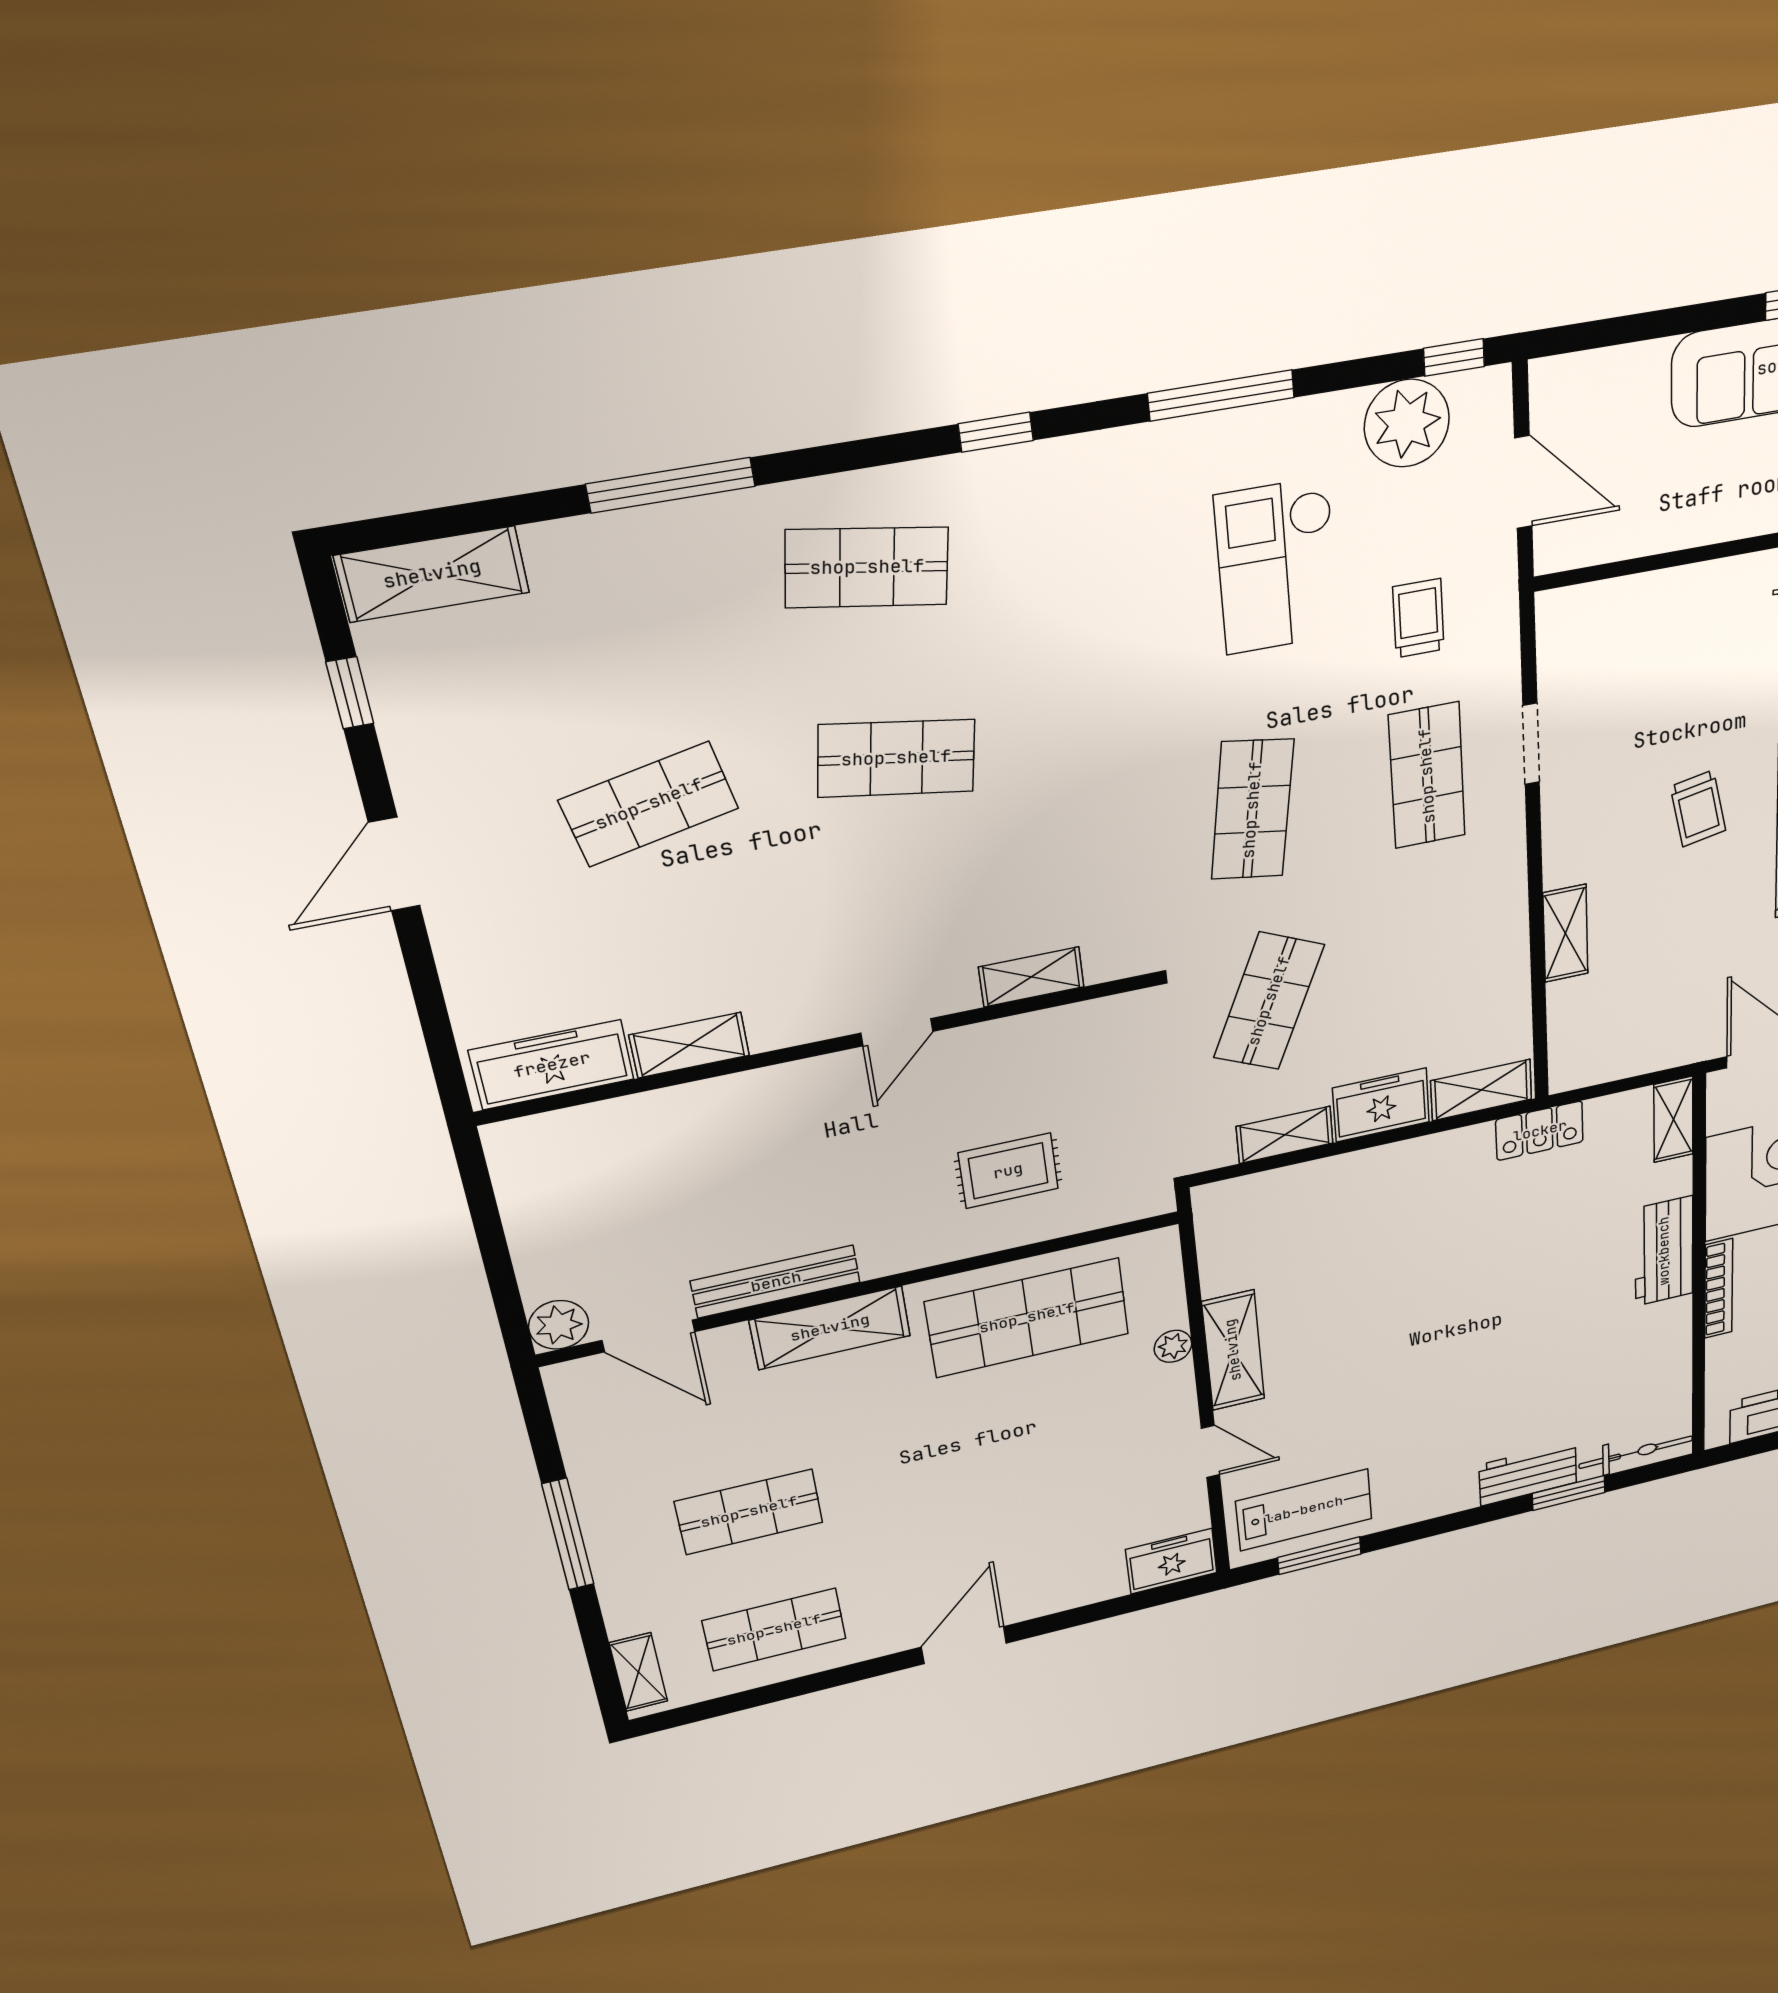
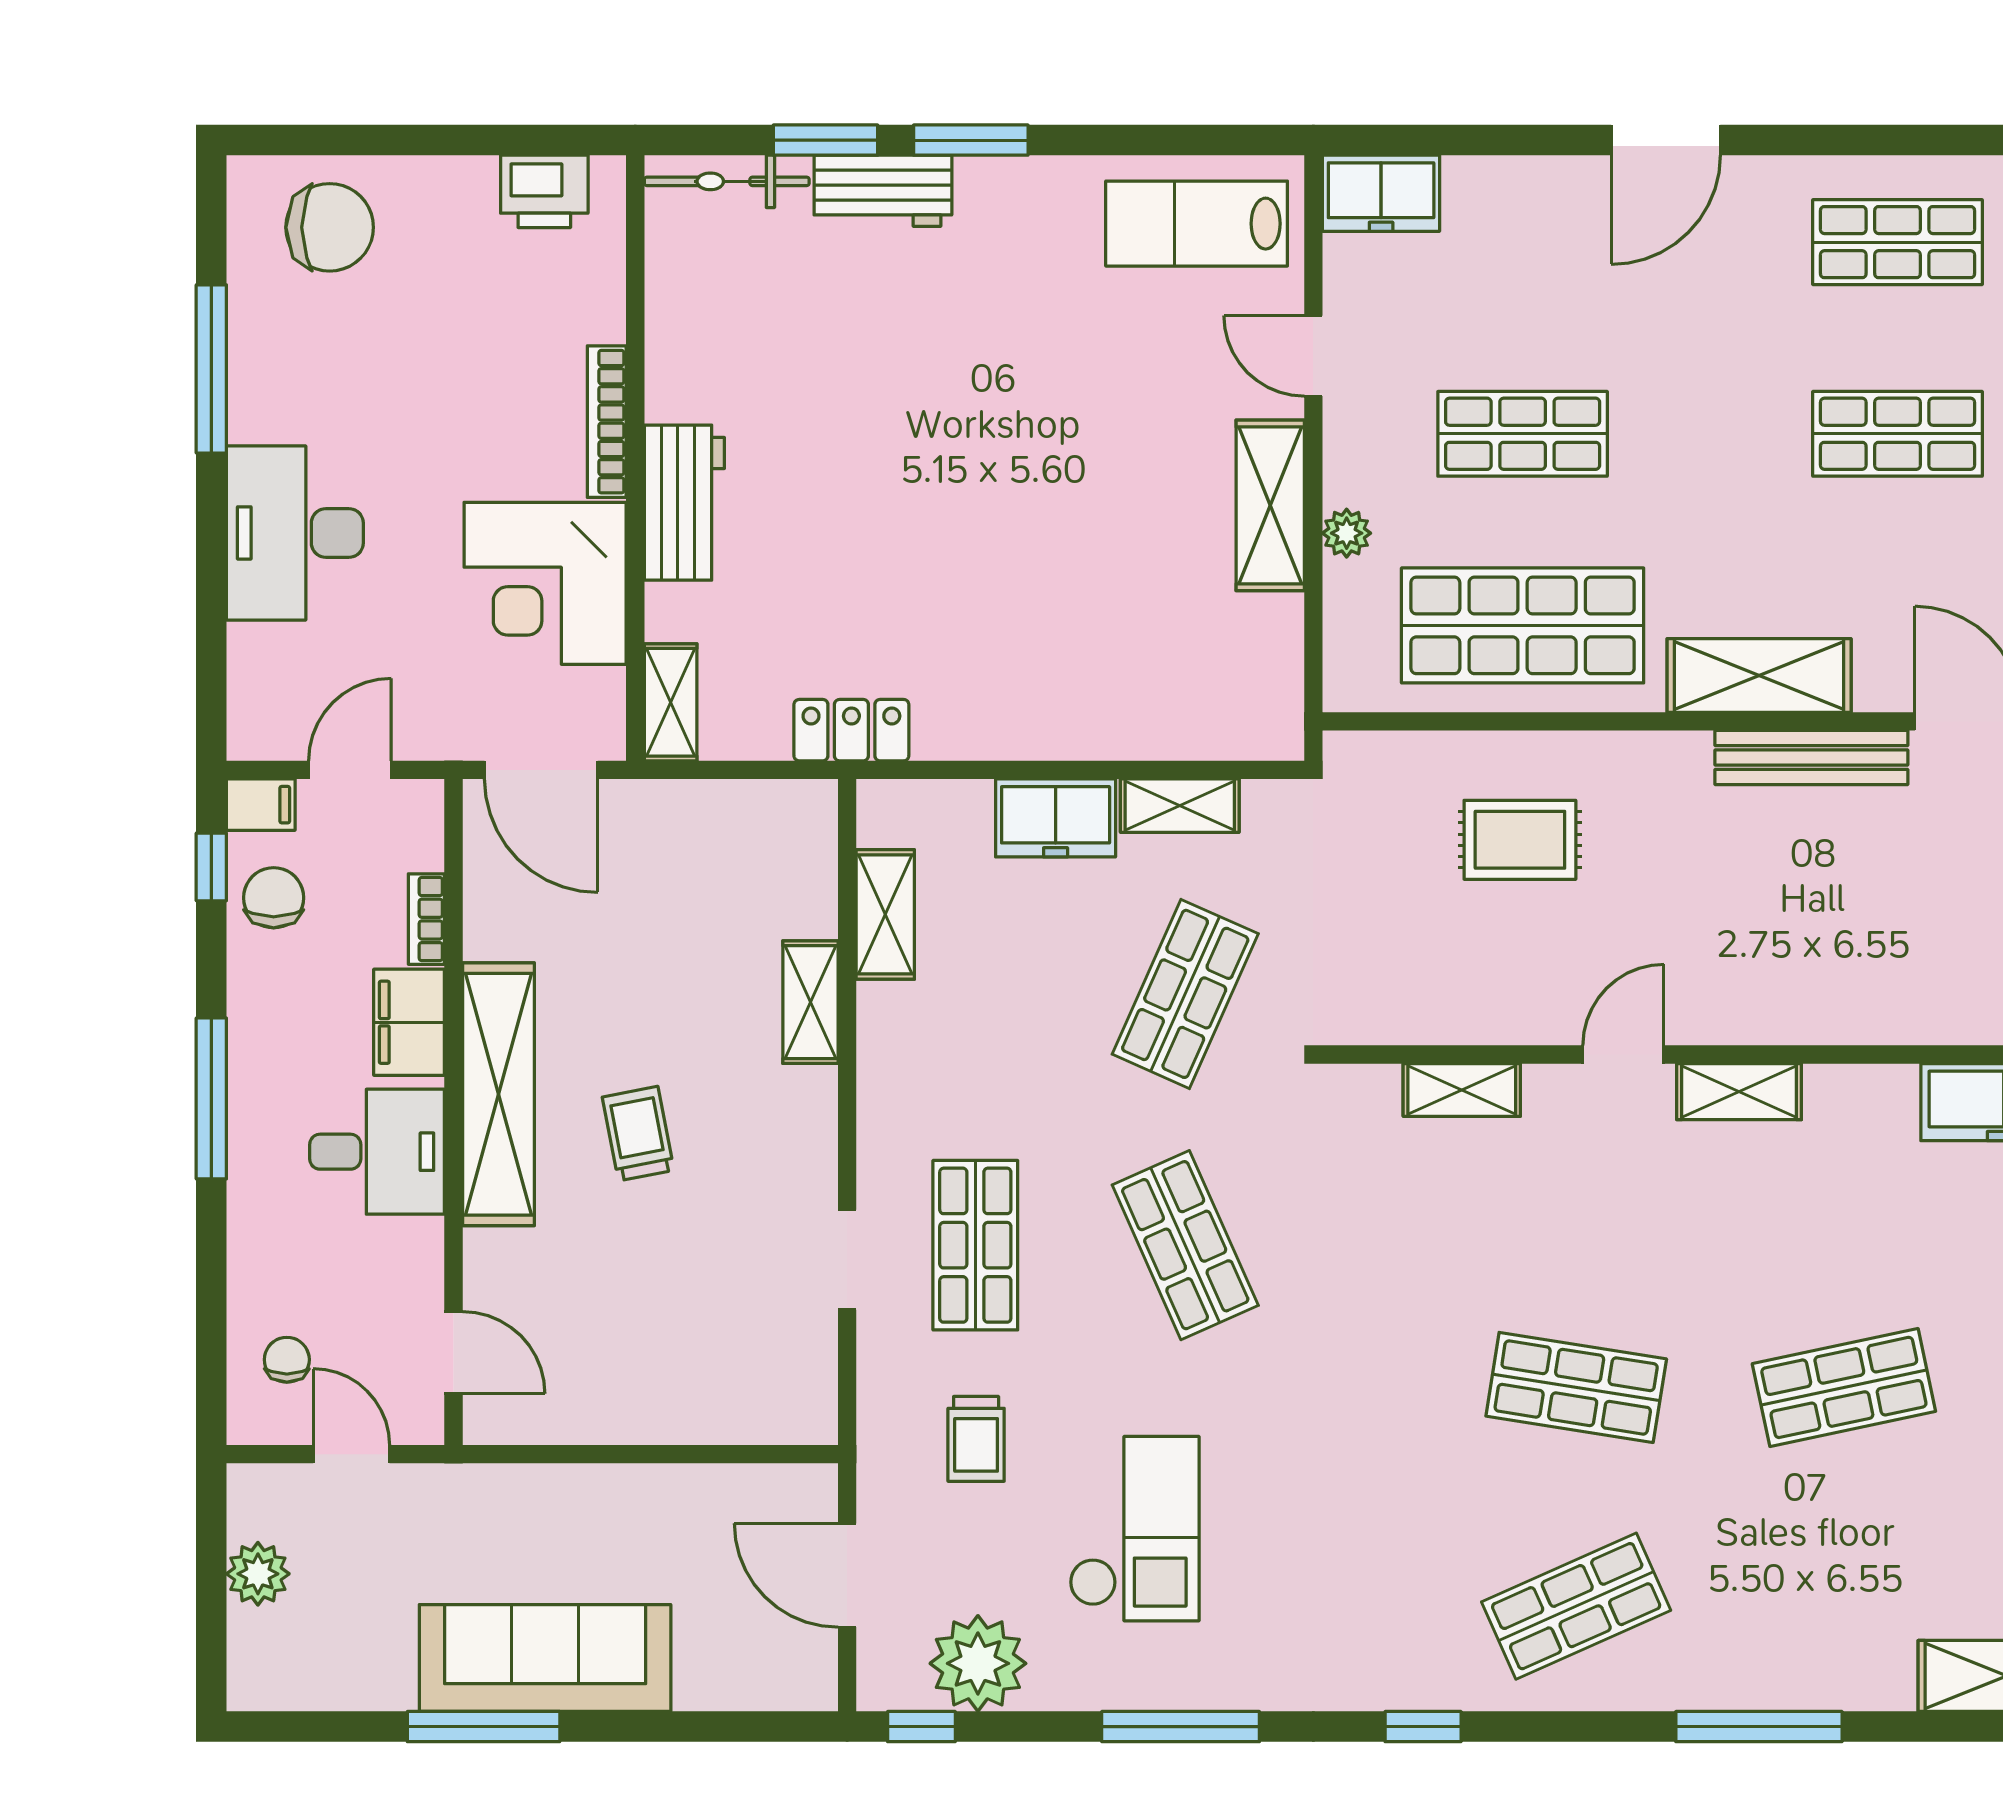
shop shelf: (867, 567) -> (1576, 1606), turned -33
shop shelf: (1252, 810) -> (1185, 1245), turned -33
shelving: (689, 1045) -> (1739, 1092), moved
shelving: (1481, 1090) -> (885, 914), moved, turned 90
shop shelf: (1045, 1441) -> (1523, 434), added
window: (1319, 1556) -> (971, 140), moved

